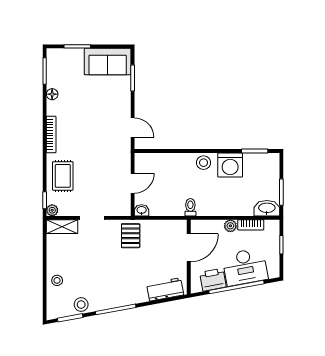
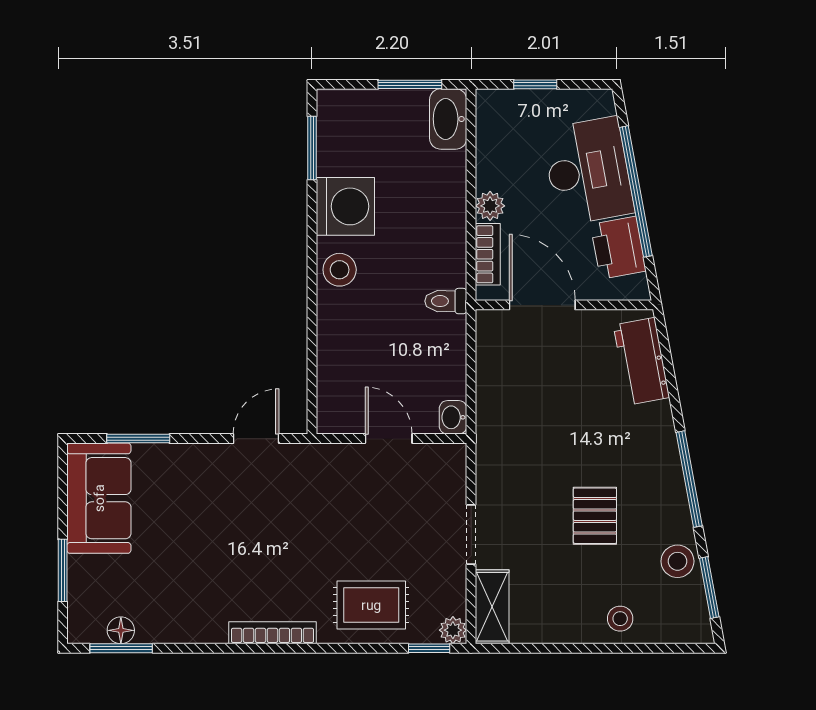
floor lamp: (52, 94) -> (121, 630), moved
bookcase: (251, 225) -> (488, 254), moved
pallet: (131, 236) -> (595, 516), moved, turned 90

